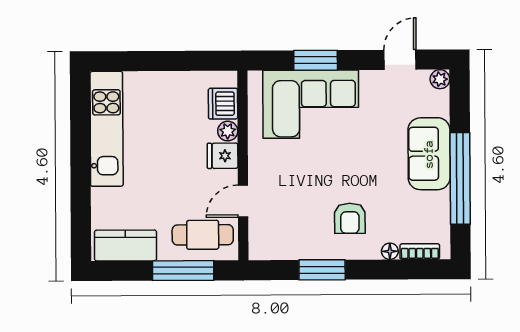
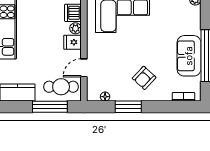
sofa: (429, 154) -> (189, 56), moved
armchair: (350, 218) -> (144, 78), turned 43
floor lamp: (390, 251) -> (105, 97), moved

